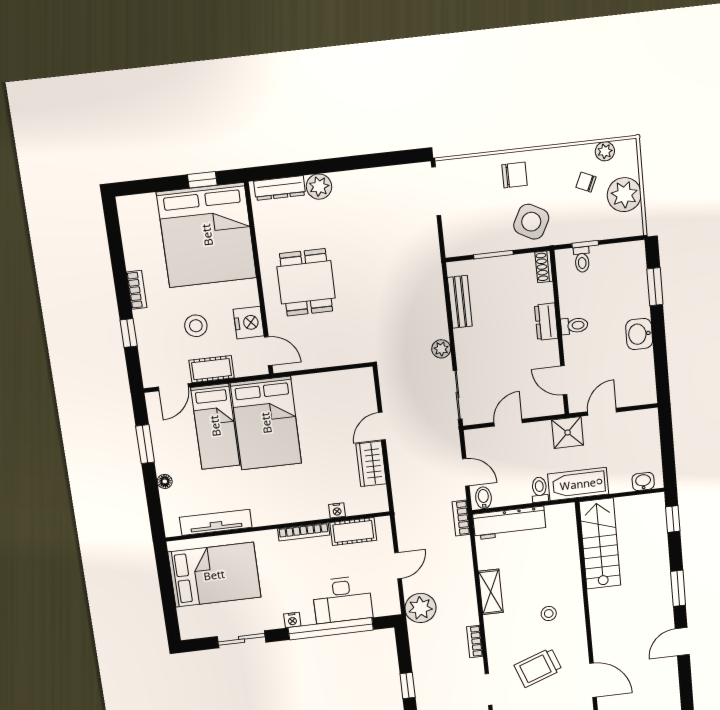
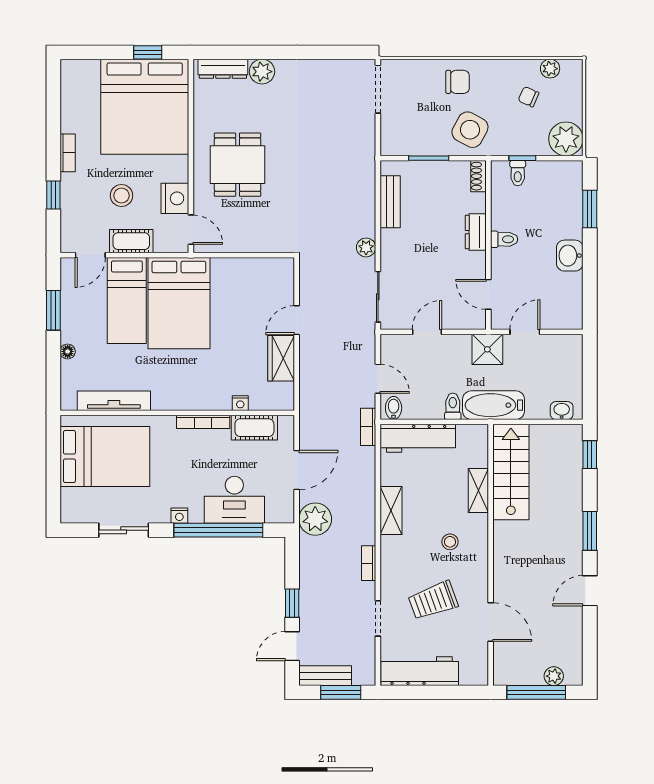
plant: (624, 195) -> (566, 139), moved
shelving: (571, 564) -> (478, 491), added
door: (398, 566) -> (297, 470), width x1.38

